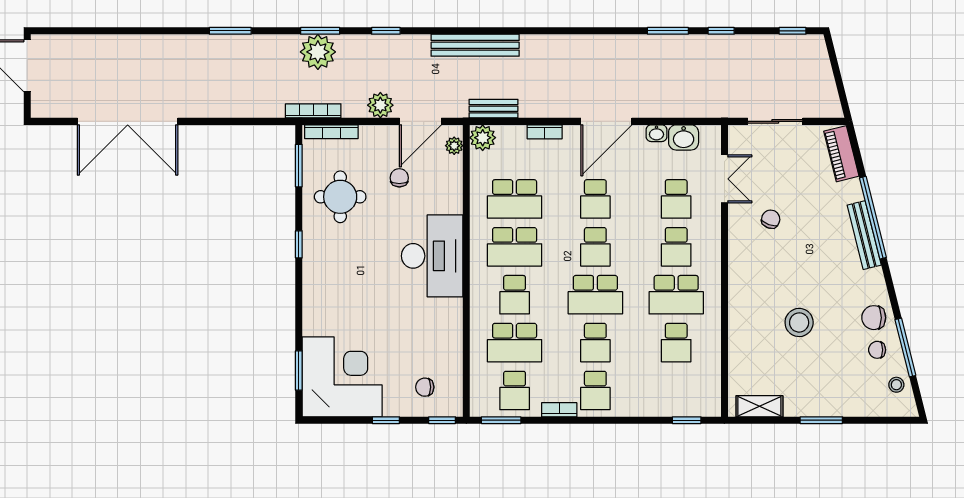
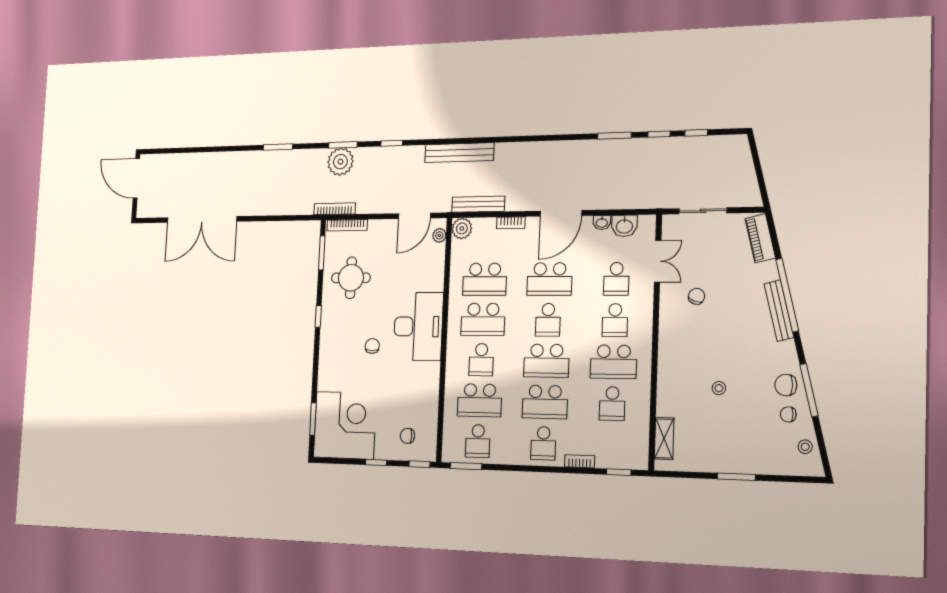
window: (793, 31) -> (696, 133), moved
plant: (380, 105) -> (385, 203), removed
bench: (493, 109) -> (478, 204), width x1.36
chair: (399, 178) -> (372, 346), moved
school desk: (595, 199) -> (550, 279), width x1.85
stool: (799, 322) -> (719, 388), width x0.53, depth x0.53
school desk: (595, 343) -> (545, 402), width x1.85
window: (905, 348) -> (809, 390), moved
shelving: (759, 406) -> (664, 438), moved, turned 90
bookcase: (559, 410) -> (580, 461), moved

